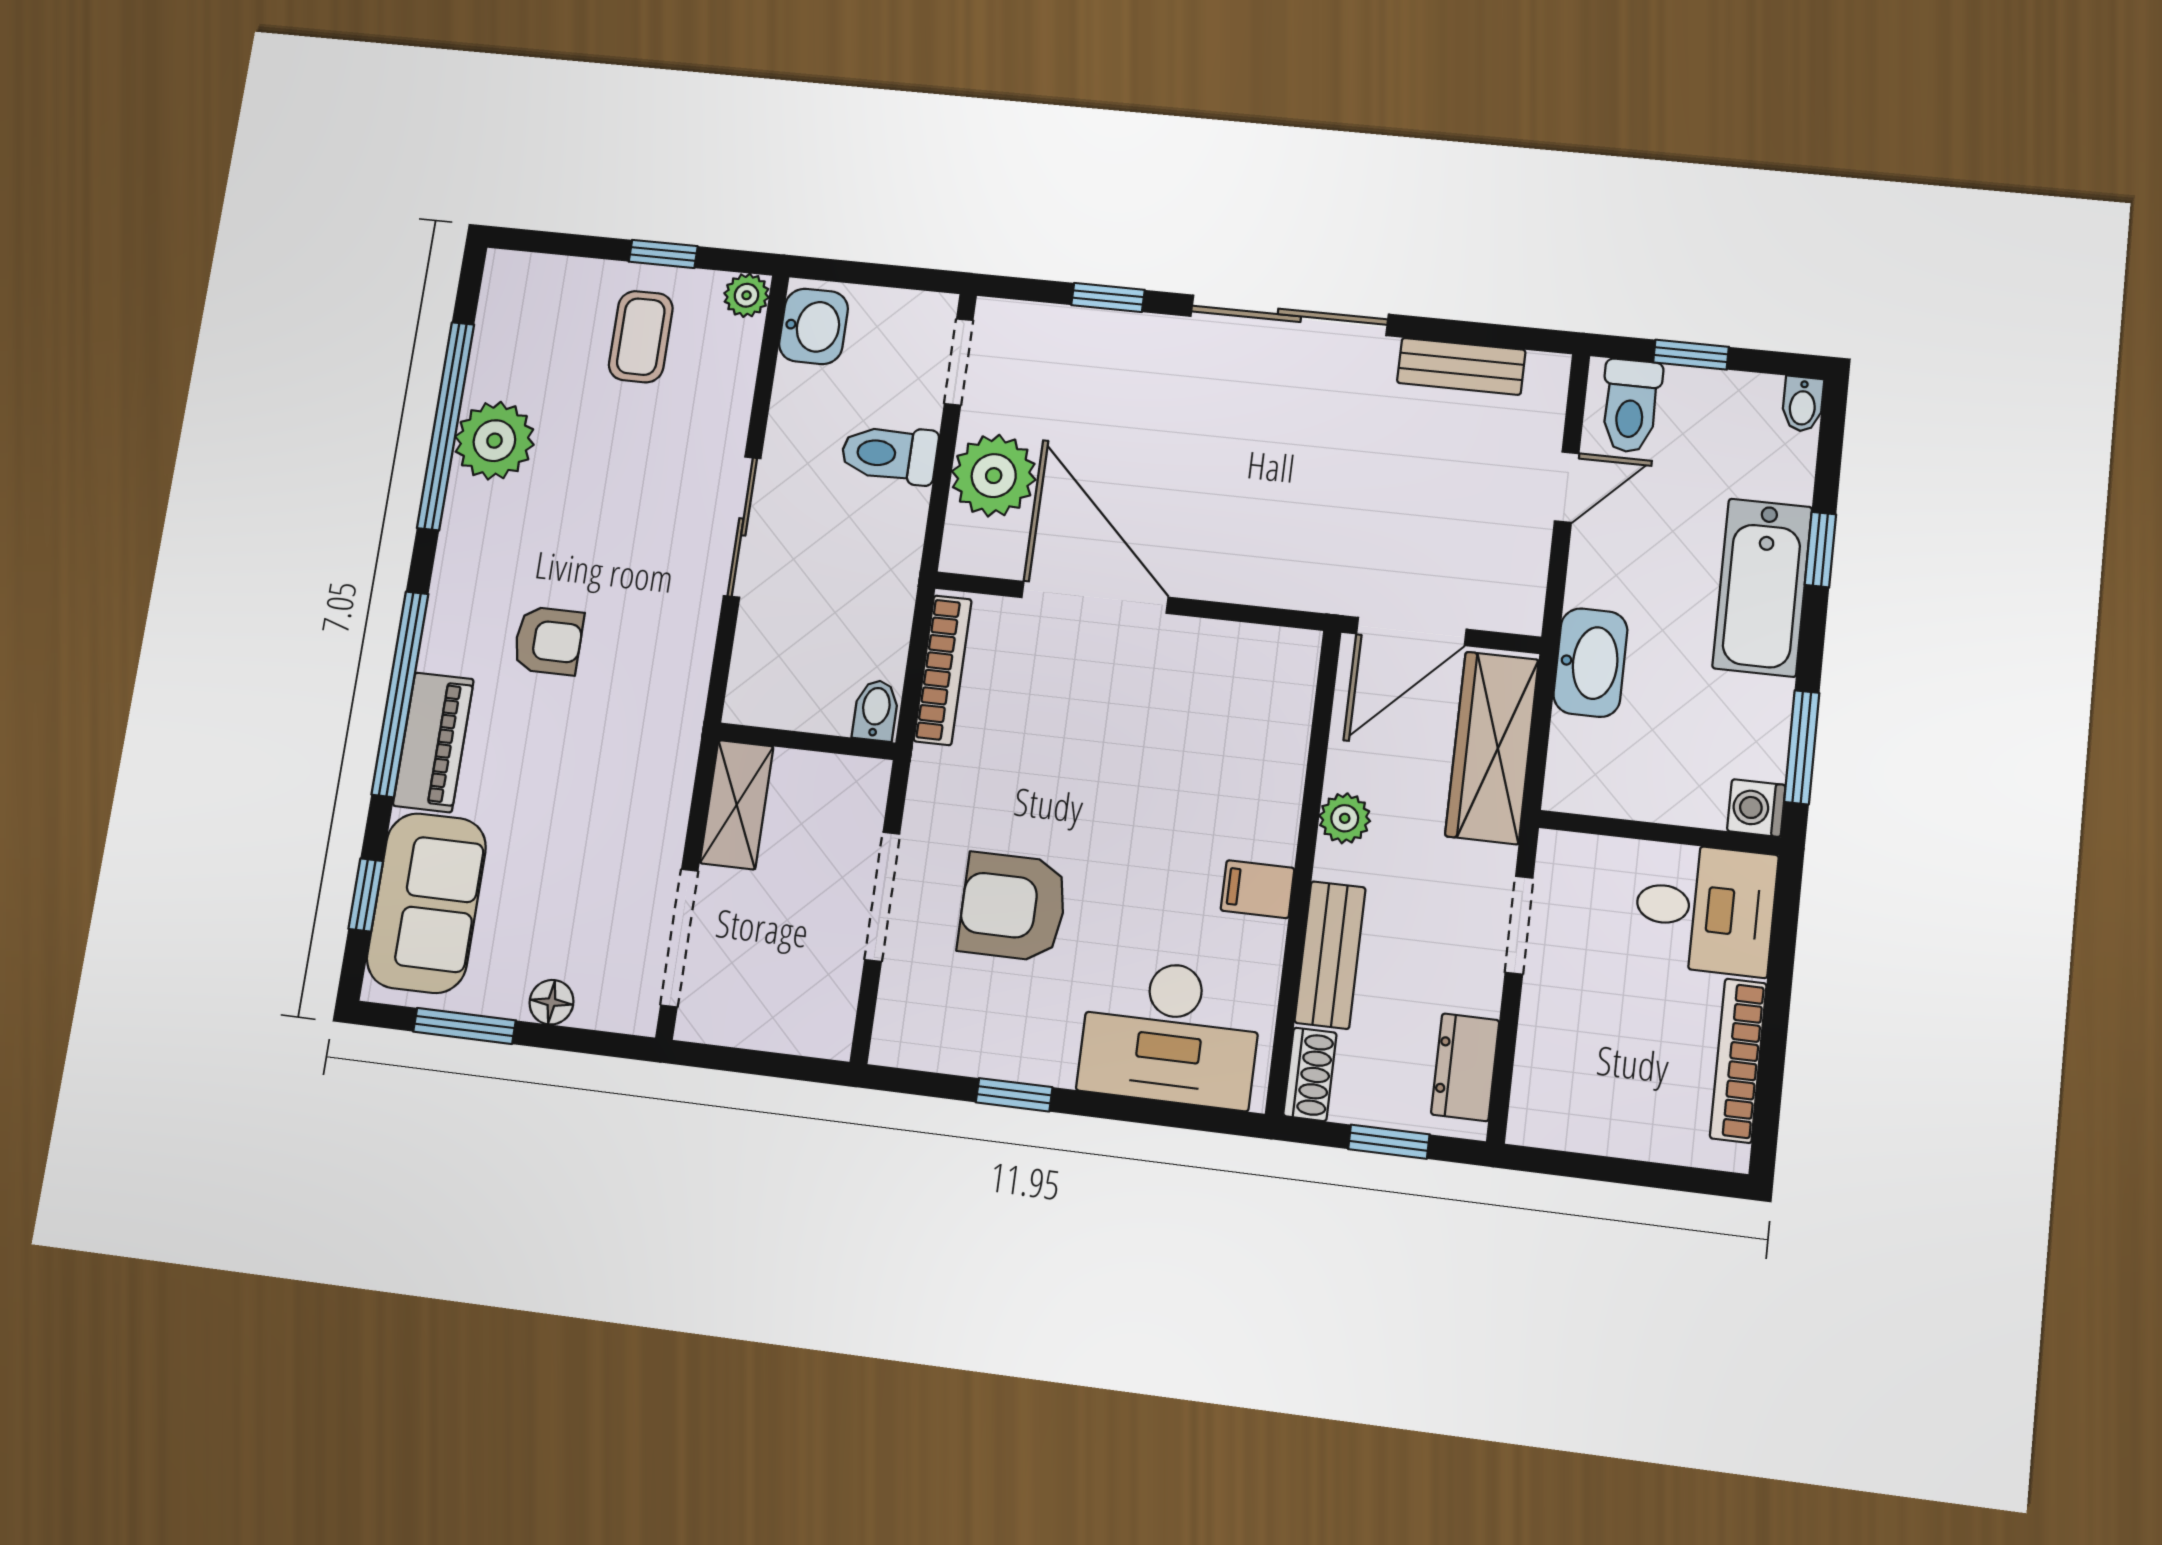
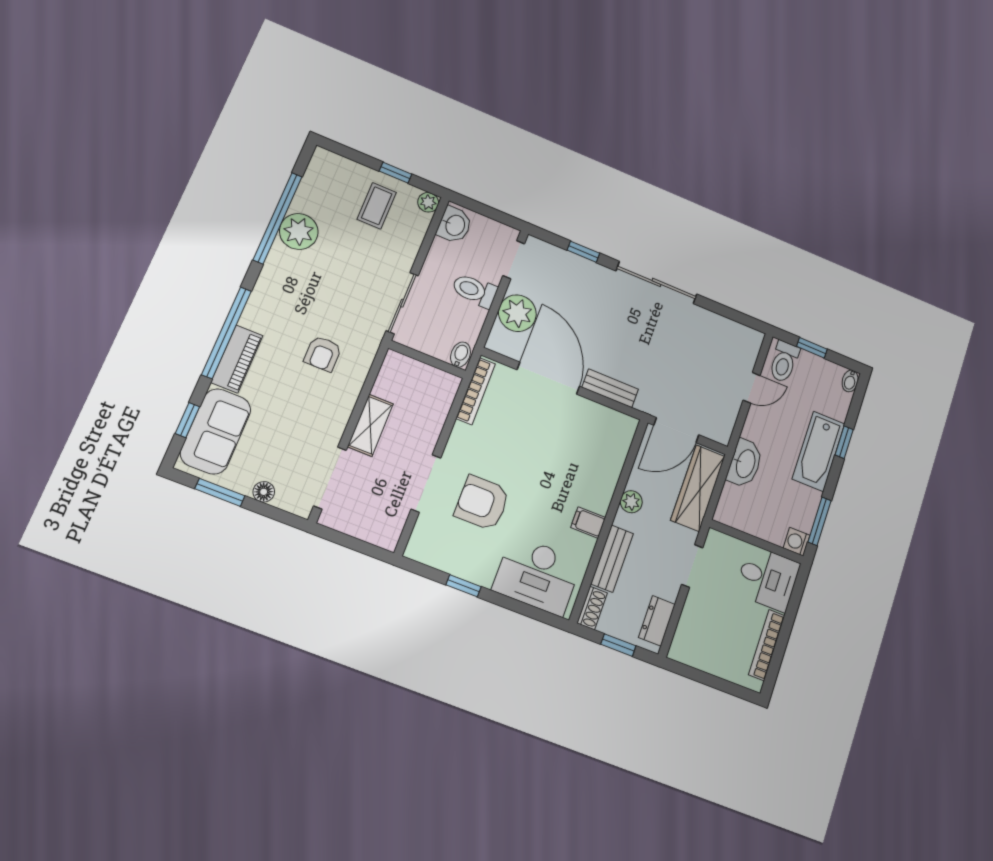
bench: (1461, 366) -> (610, 388), moved
armchair: (548, 641) -> (323, 354), moved, turned 90
bidet: (876, 710) -> (460, 355), moved
wall: (807, 741) -> (427, 359), moved

